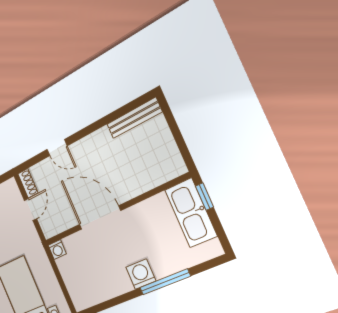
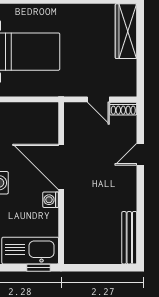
door: (100, 218) -> (61, 167), swing flipped
washing machine: (57, 250) -> (51, 200), moved

